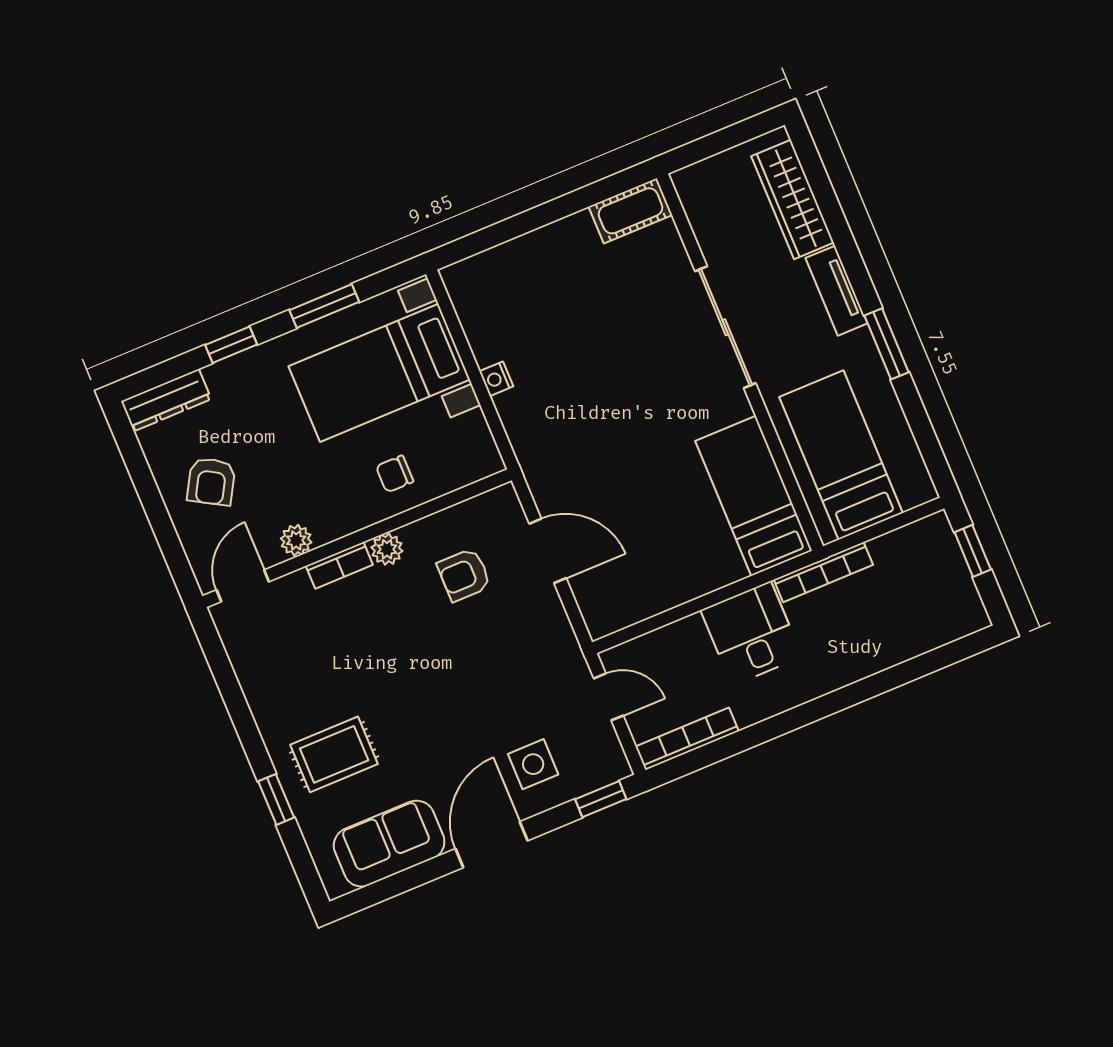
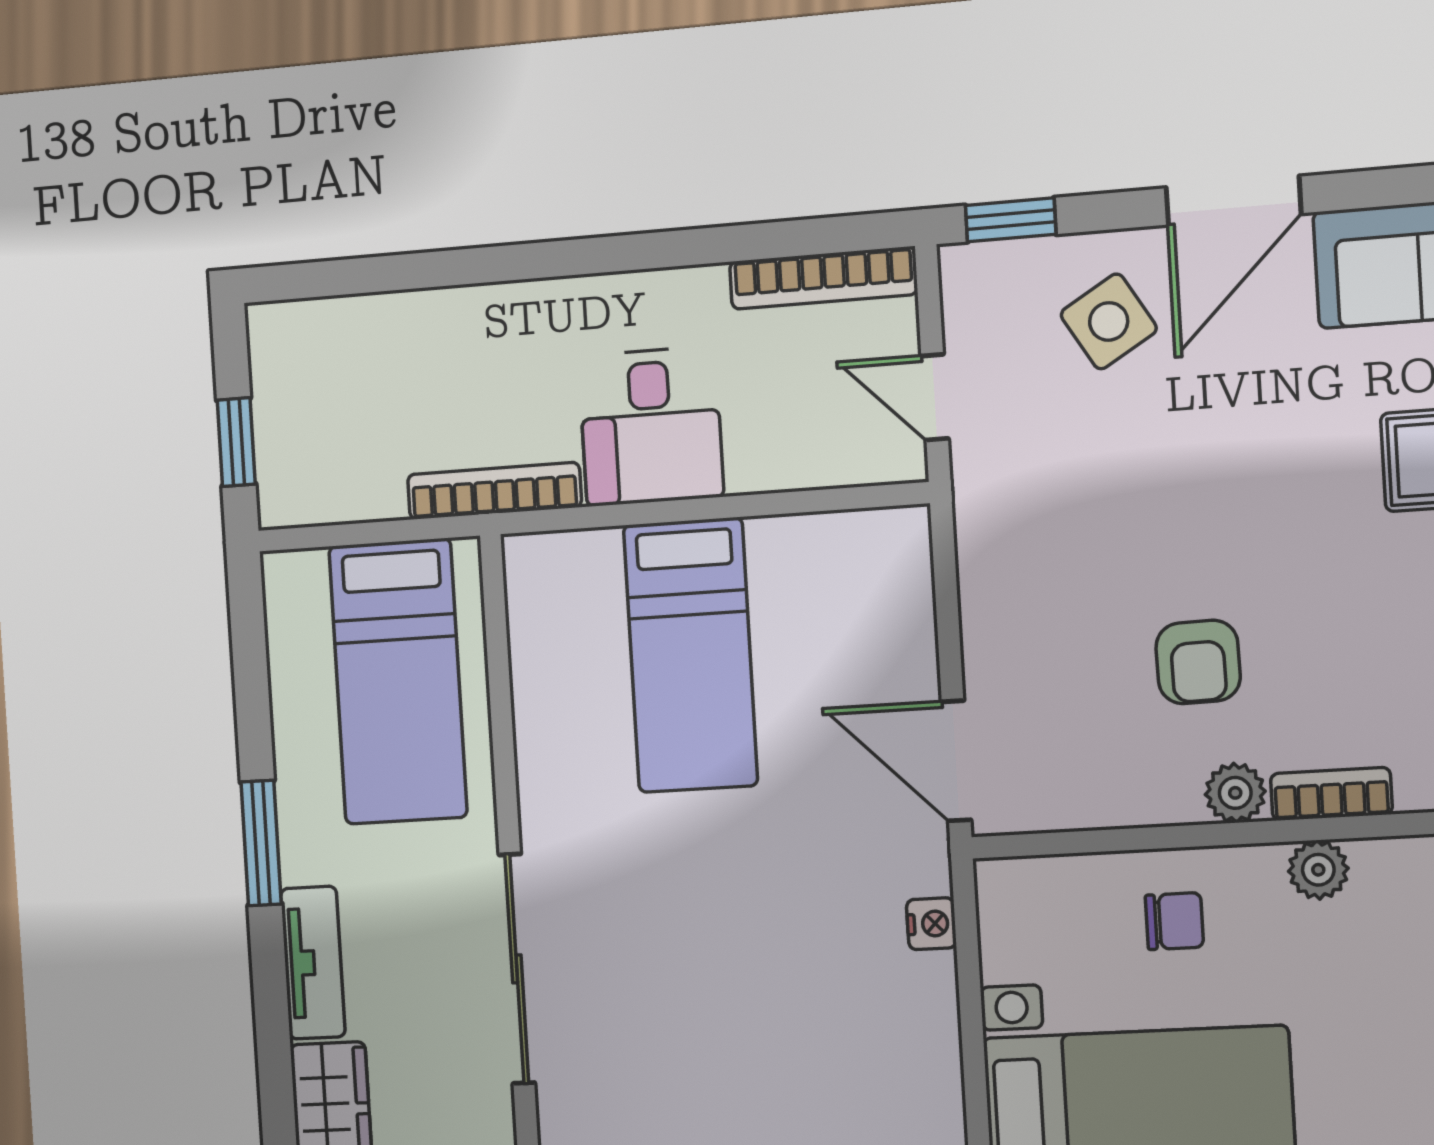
nightstand: (496, 379) -> (931, 924), moved
bed: (754, 496) -> (690, 655), moved
plant: (296, 540) -> (1318, 870), moved
door: (548, 551) -> (956, 761), moved
armchair: (464, 575) -> (1198, 662), moved, turned 89
side table: (533, 764) -> (1109, 321), turned -31

